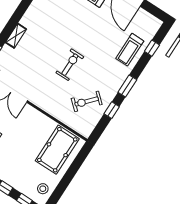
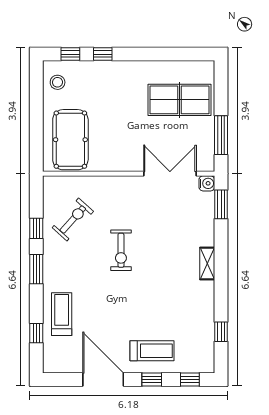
shelving: (16, 36) -> (207, 264), moved

